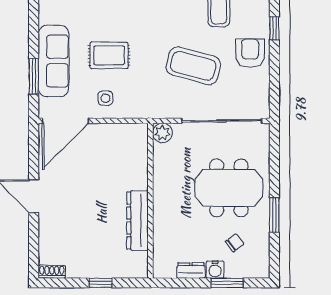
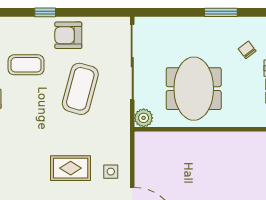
rug: (109, 55) -> (71, 168), turned 90
meeting table: (229, 188) -> (194, 89), moved
dresser: (138, 220) -> (226, 141), removed

